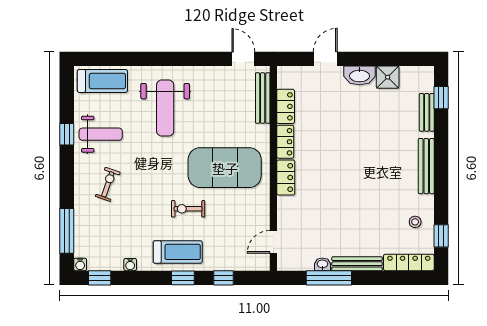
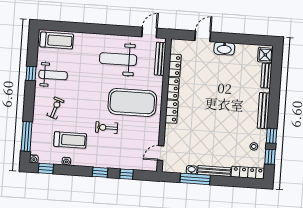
door: (243, 59) -> (149, 32), hinge flipped
shower: (388, 77) -> (265, 55), moved
window: (441, 98) -> (272, 136), moved
weight bench: (165, 108) -> (118, 59), moved, turned 90
treadmill: (178, 252) -> (70, 140), moved

